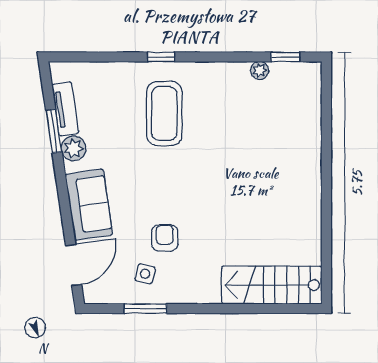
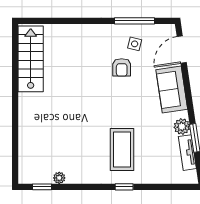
stairs: (272, 285) -> (31, 59), moved, turned -90
window: (145, 309) -> (134, 21), width x1.44

